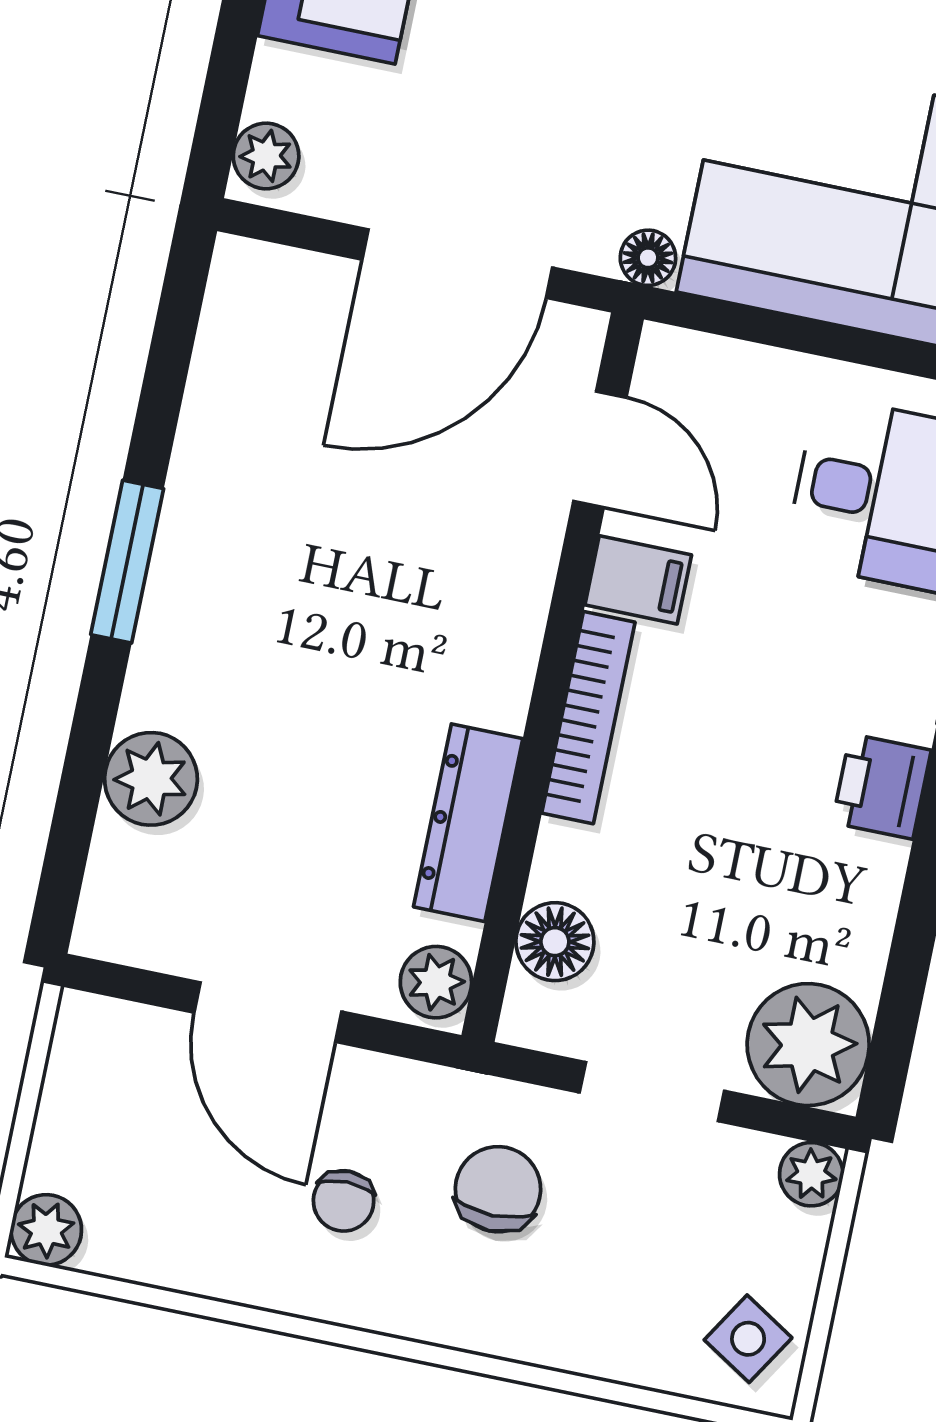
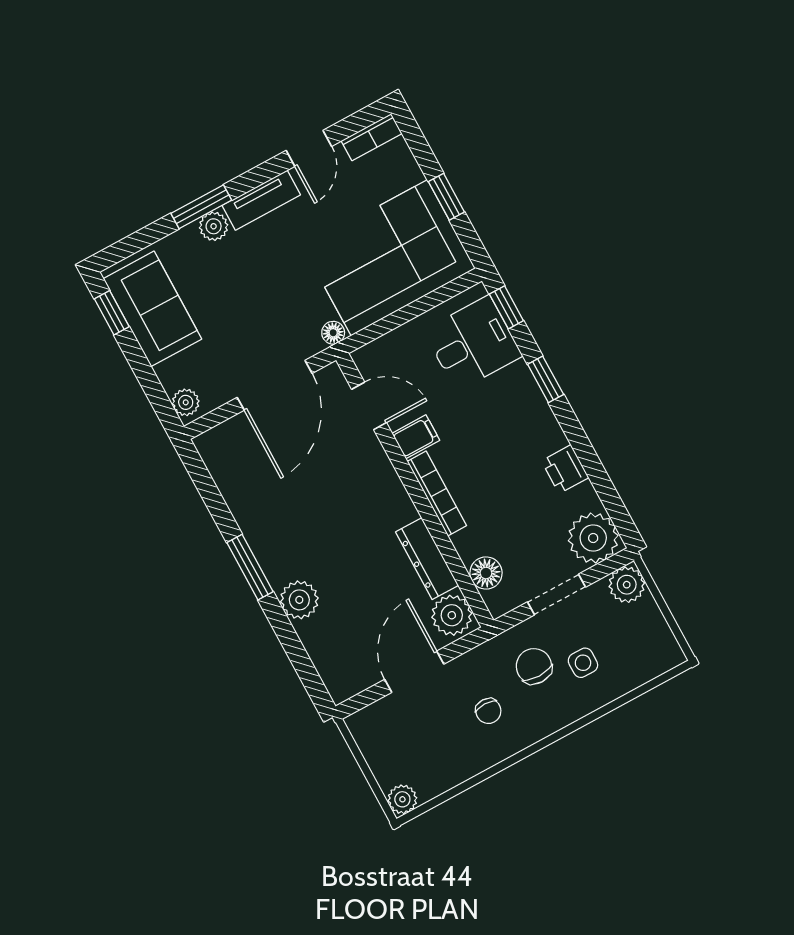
plant: (151, 779) -> (299, 600), moved
printer: (882, 786) -> (565, 469), moved
plant: (436, 982) -> (452, 615), width x1.38, depth x1.38
door: (268, 1012) -> (414, 672), swing flipped
plant: (811, 1174) -> (627, 585), width x1.38, depth x1.38
side table: (748, 1339) -> (583, 663), moved, turned -32

